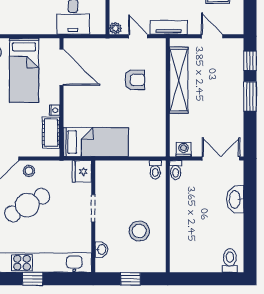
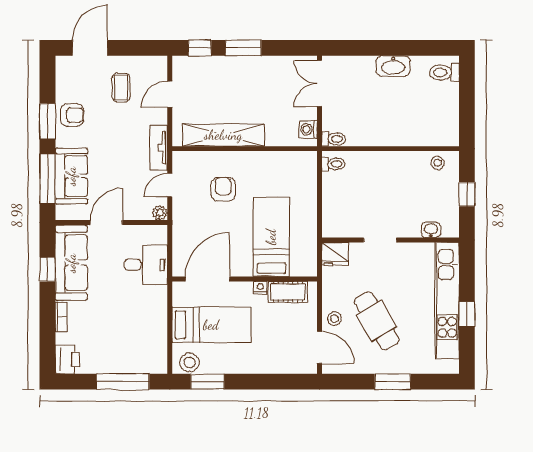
bed: (96, 142) -> (271, 237), moved
washbasin: (235, 199) -> (393, 66), moved
stool: (139, 231) -> (438, 163), moved, width x0.53, depth x0.53

